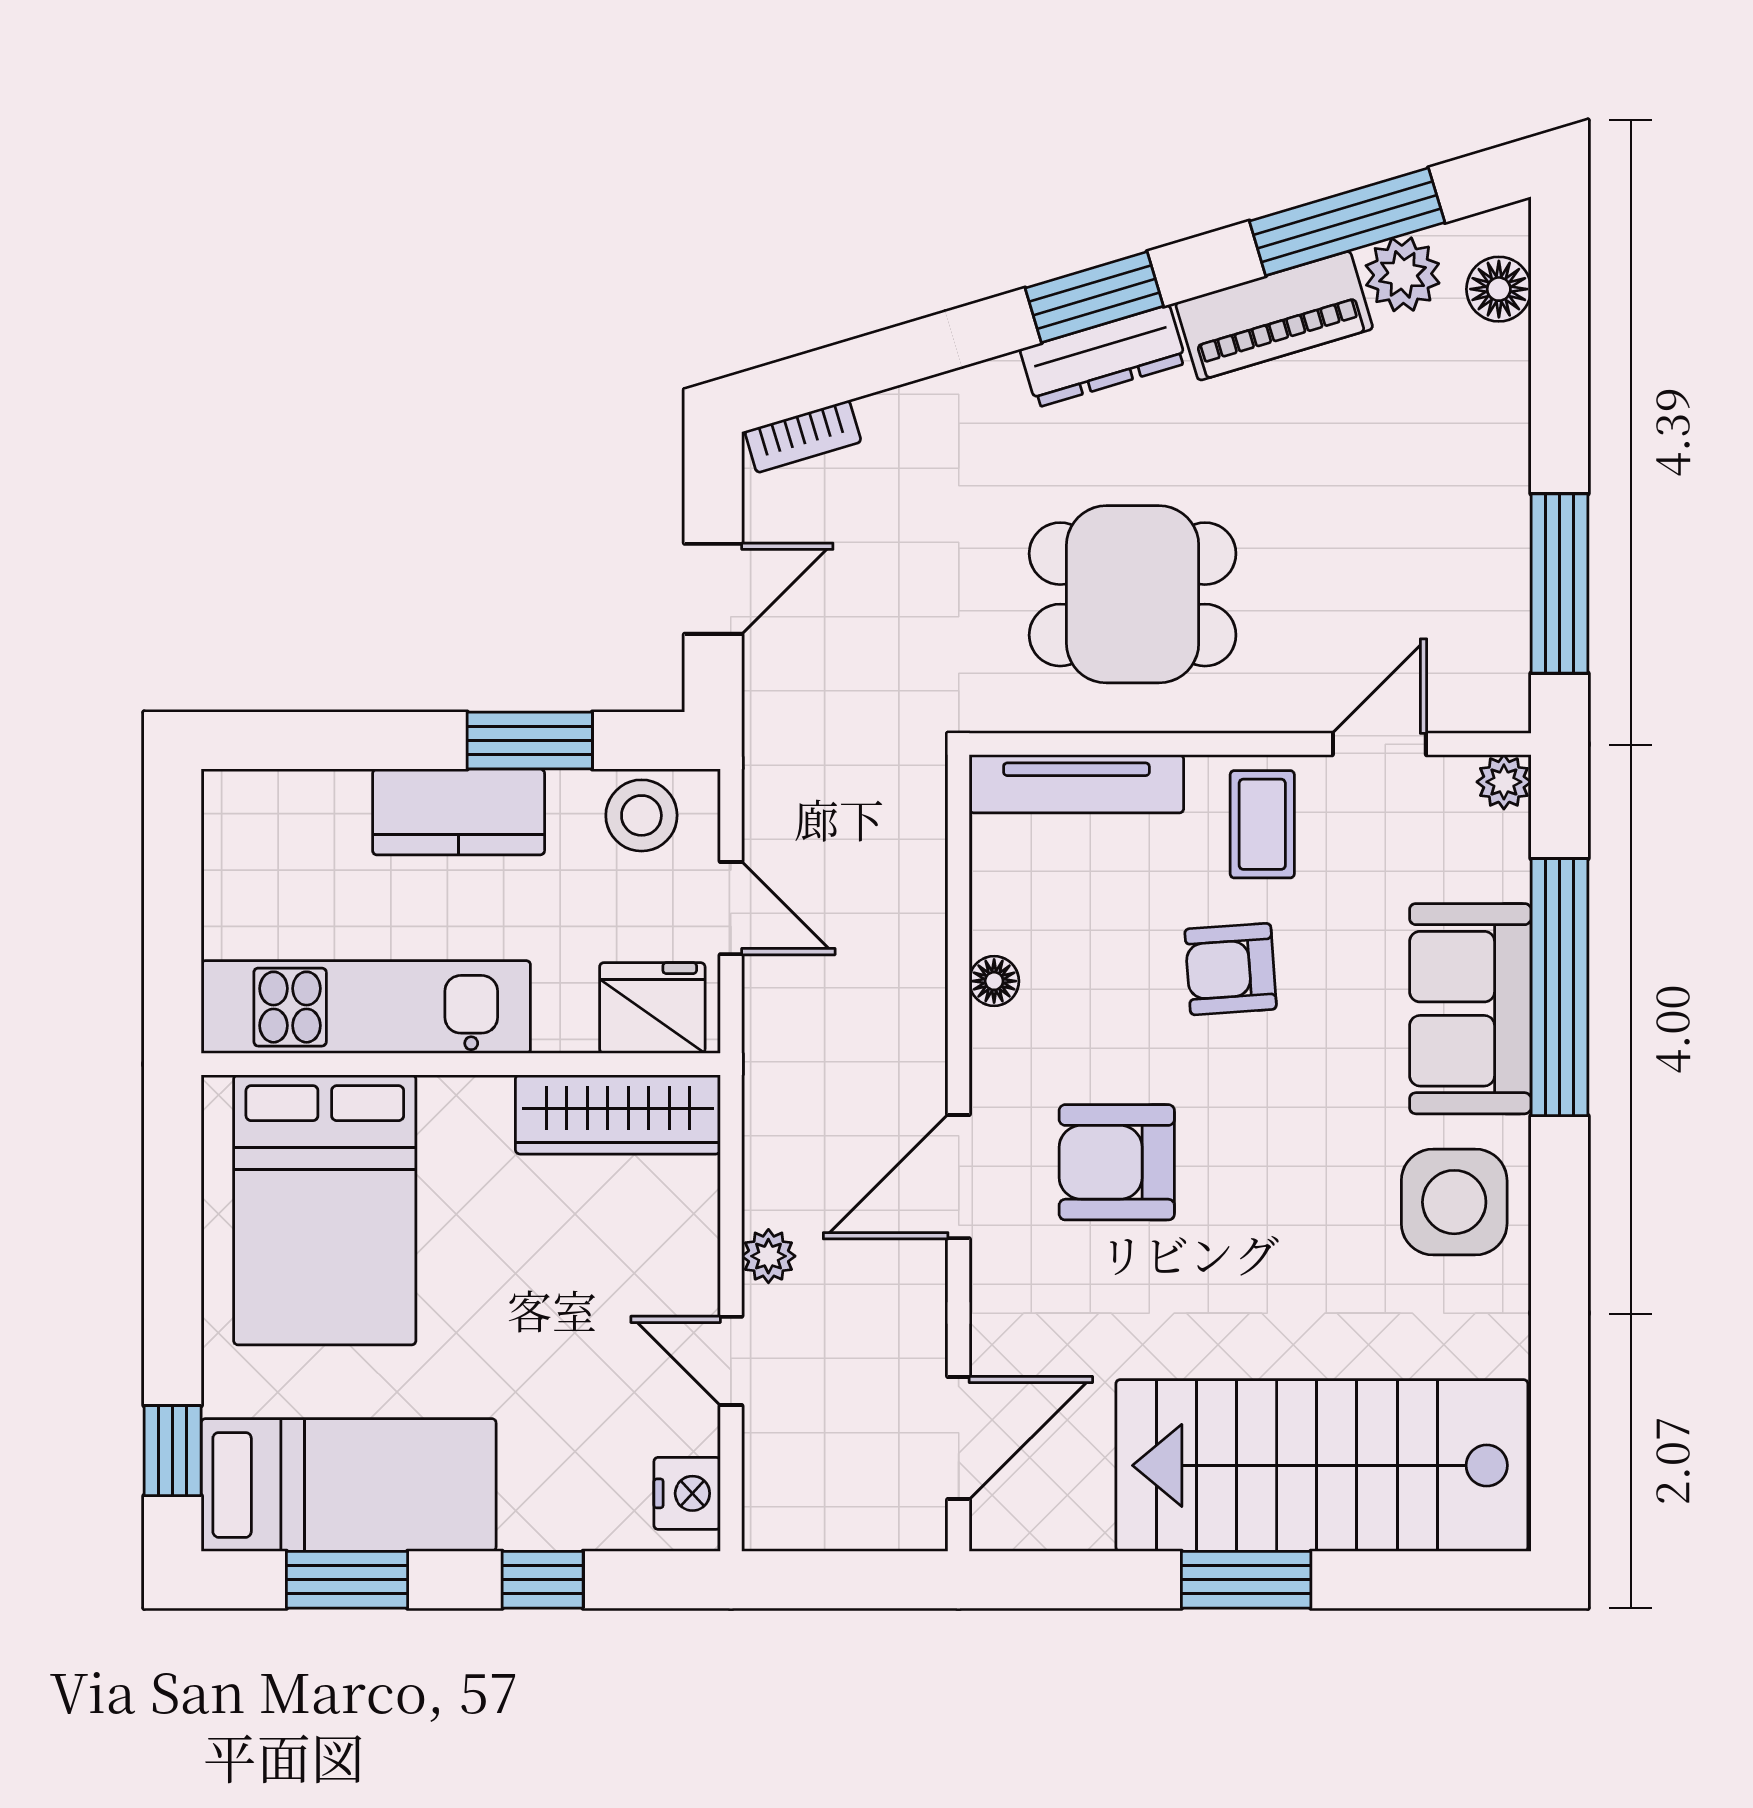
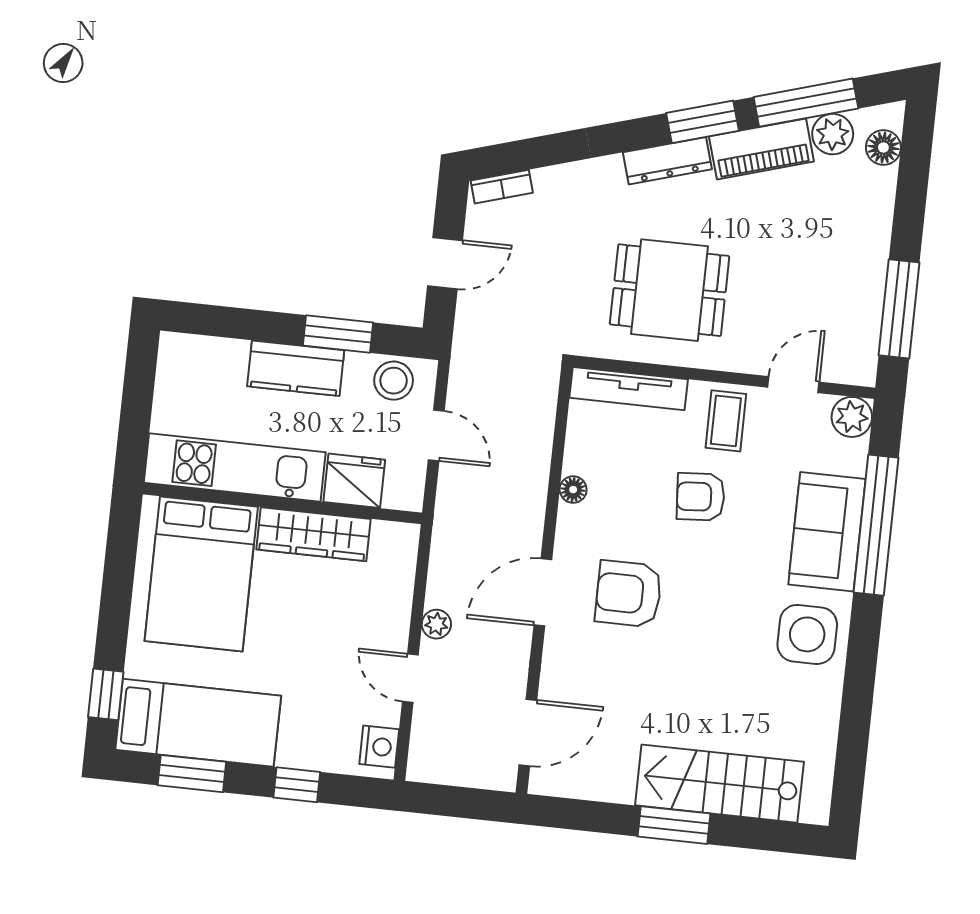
window: (1094, 297) -> (703, 122), moved
plant: (1504, 782) -> (852, 417), width x1.38, depth x1.38
fridge: (652, 1008) -> (354, 481), moved
wardrobe: (618, 1114) -> (313, 534), moved
stairs: (1322, 1465) -> (719, 784), width x0.73, depth x0.66

